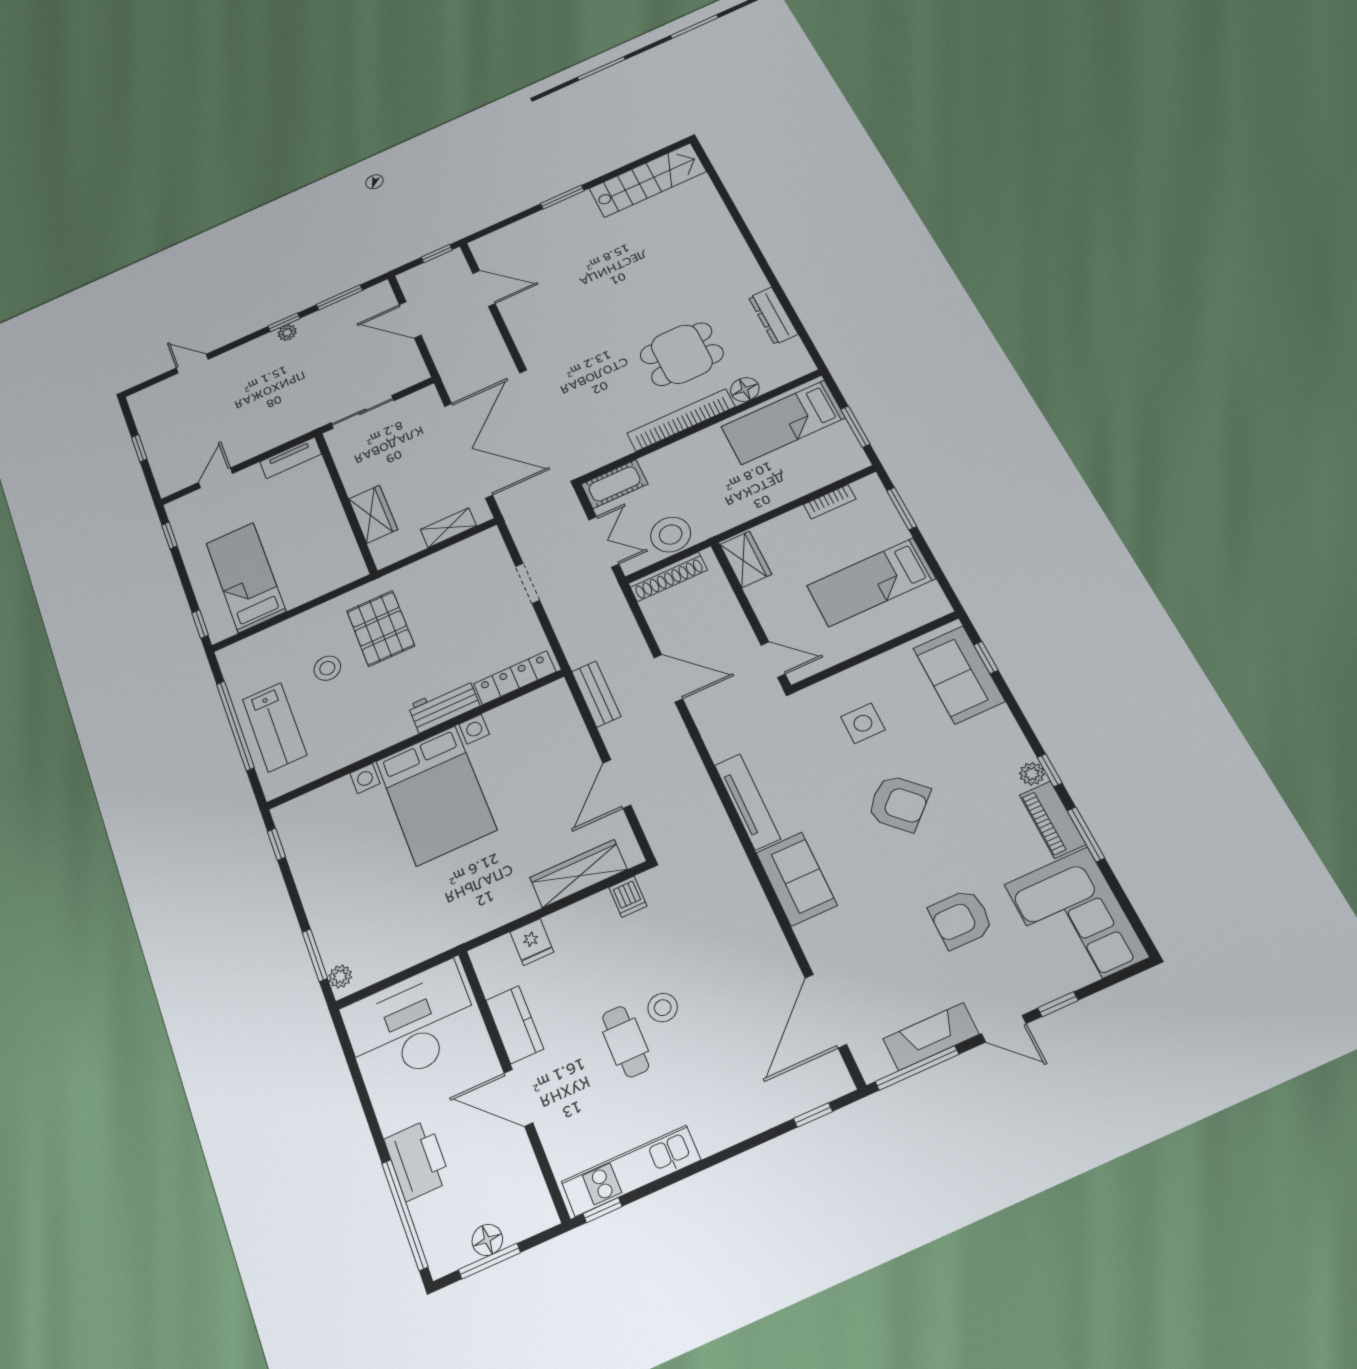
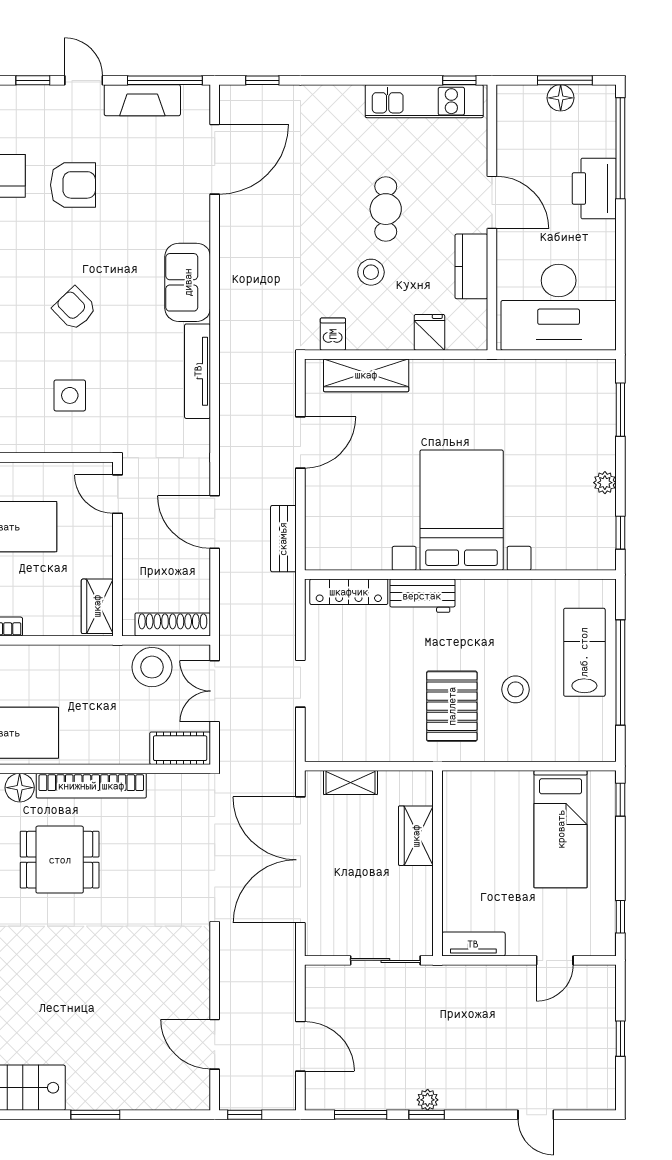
armchair: (899, 803) -> (75, 309), width x0.72, depth x0.72
plant: (340, 976) -> (605, 483), moved
stool: (663, 1008) -> (371, 272), moved

